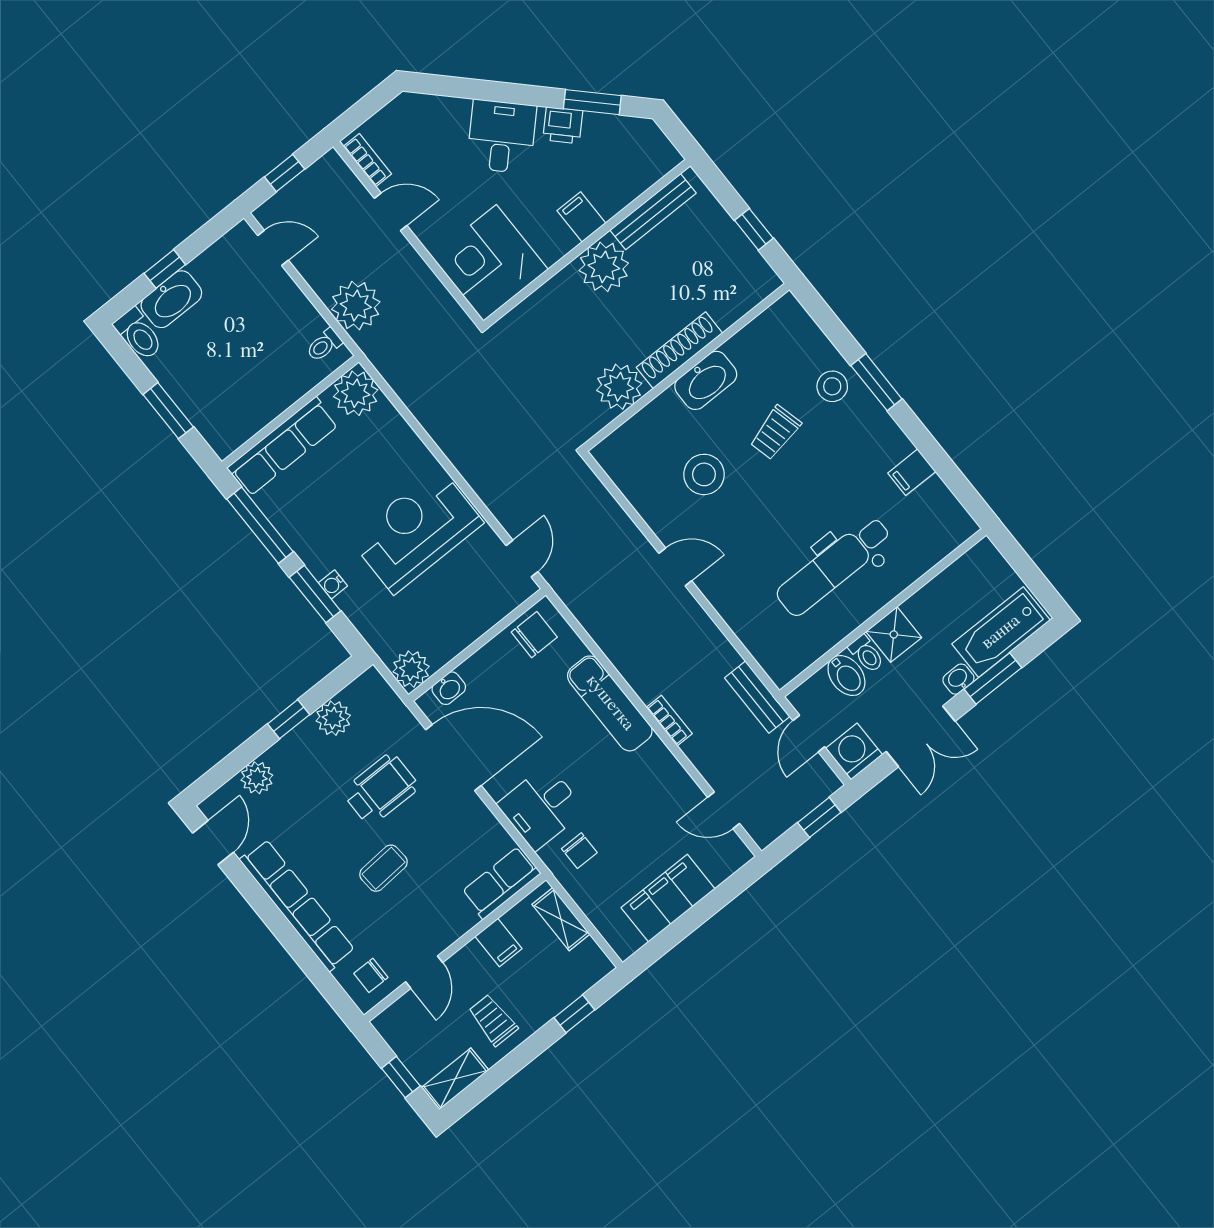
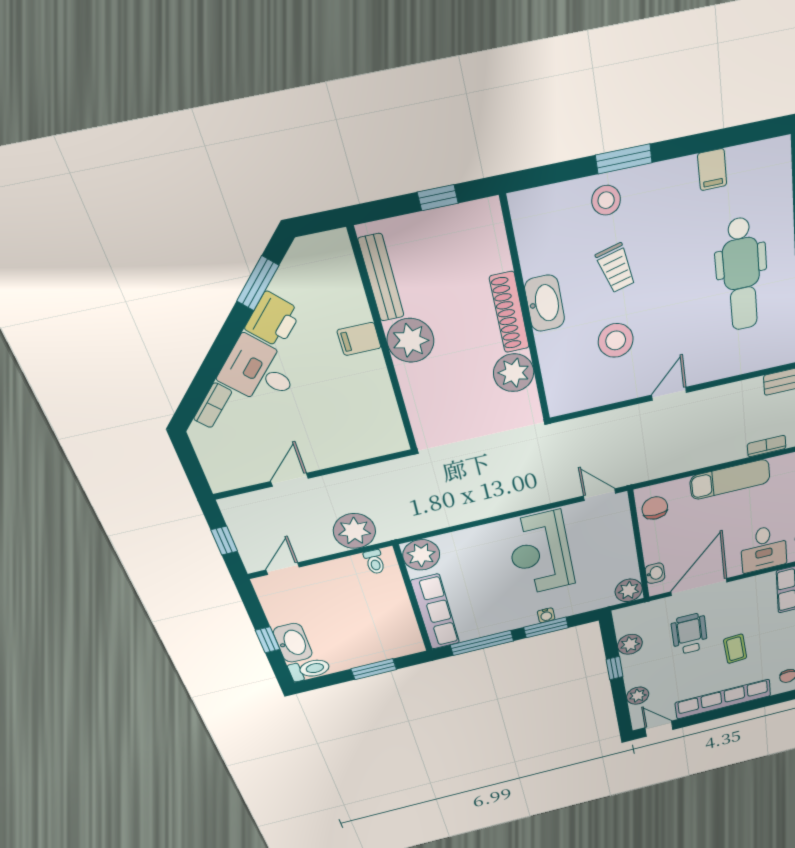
printer: (563, 125) -> (273, 320), width x1.36, depth x1.24
bookcase: (367, 160) -> (213, 405), moved, turned 135
corner desk: (490, 263) -> (365, 425), removed

